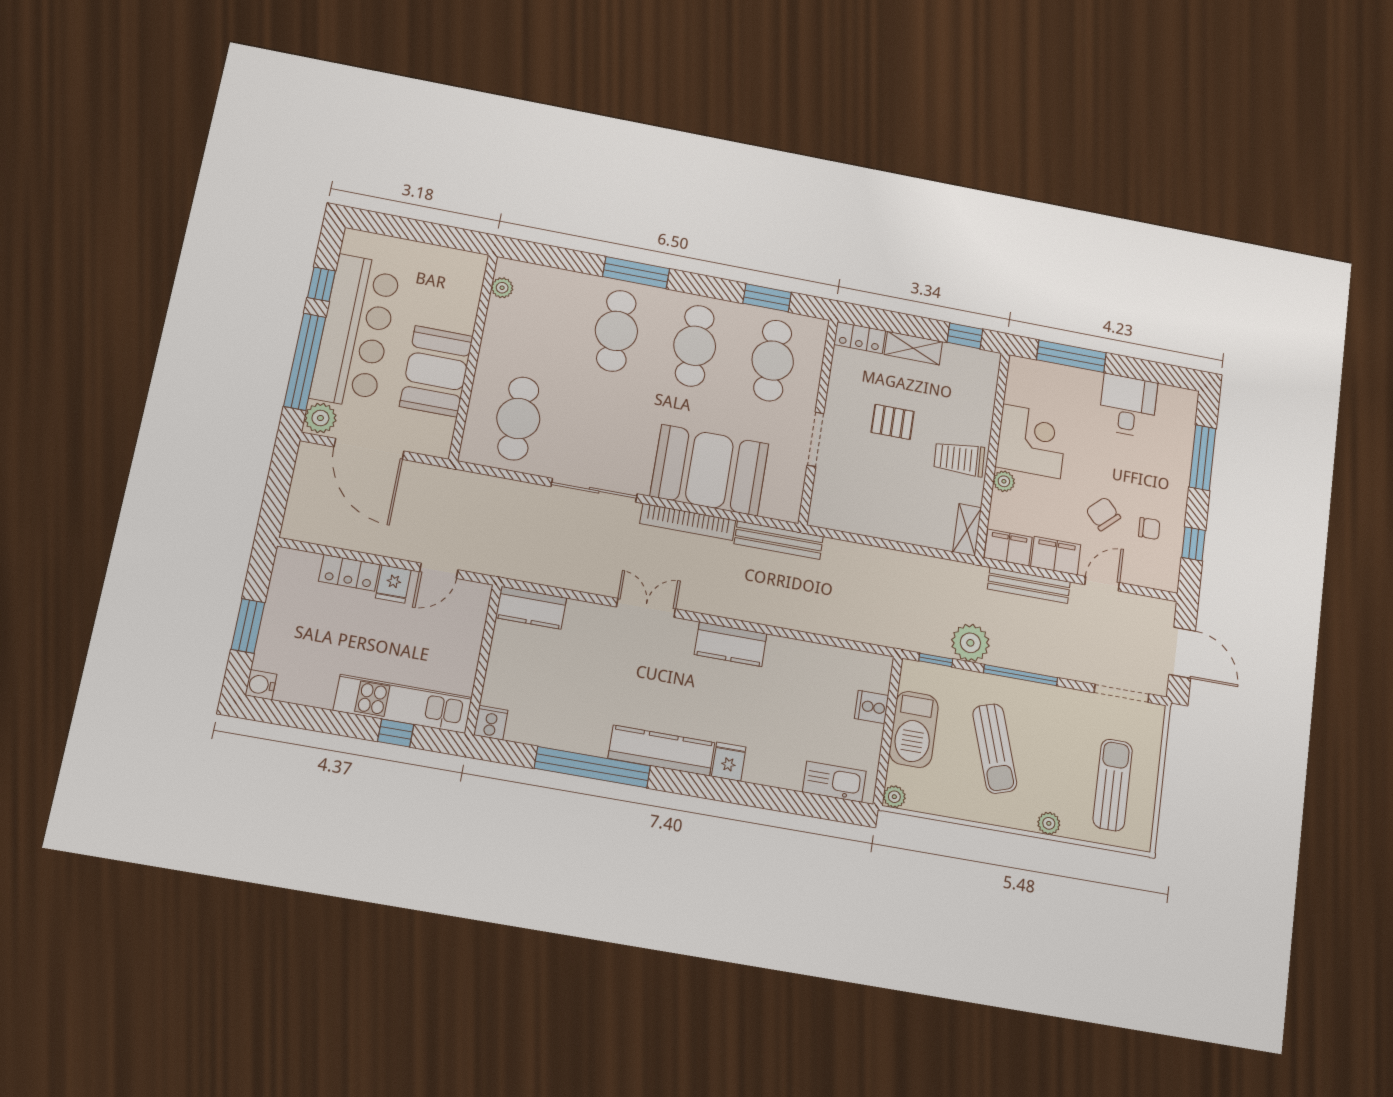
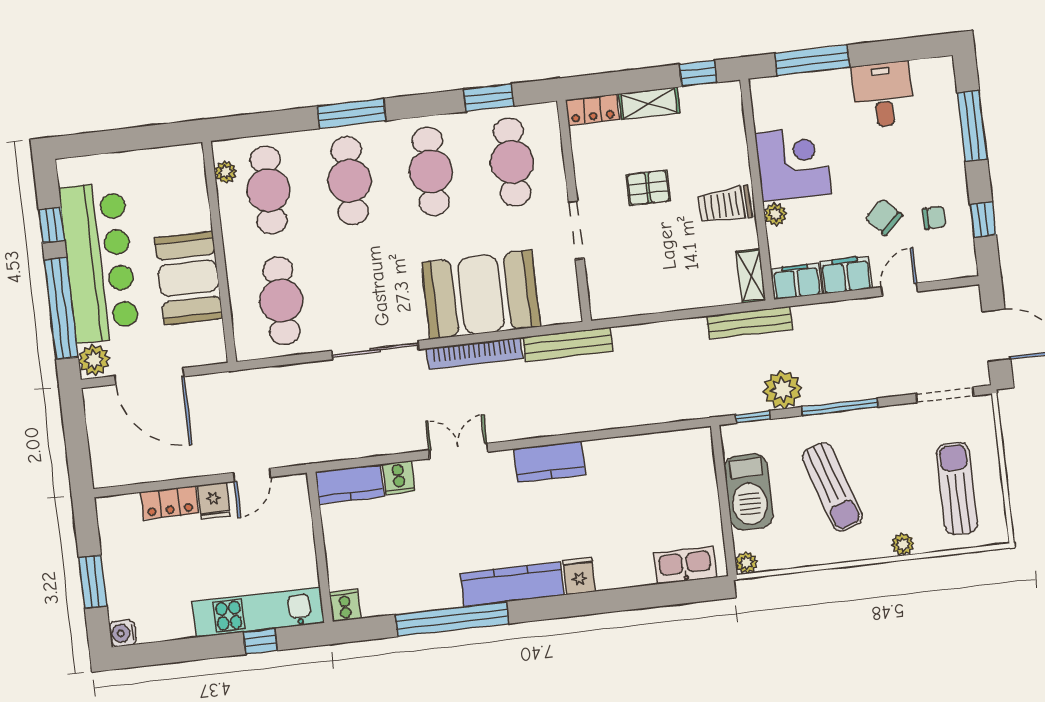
cafe table: (538, 316) -> (269, 190), added
bench: (1029, 585) -> (750, 323), moved
cooker: (872, 707) -> (399, 478), moved, turned -90

